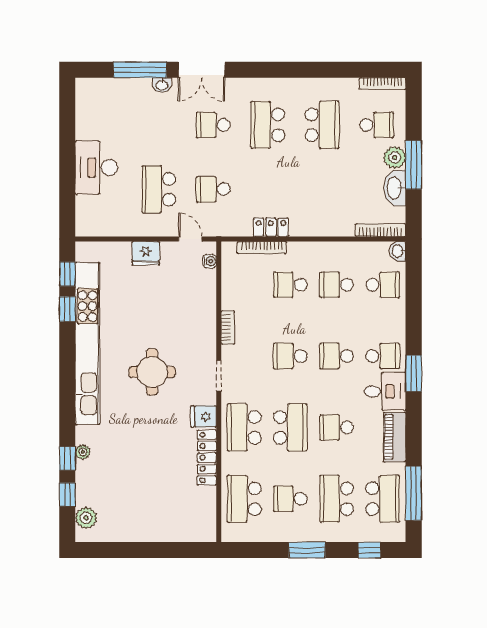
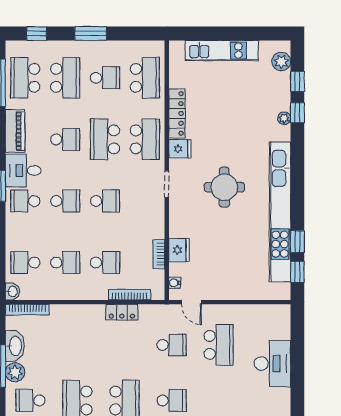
fridge: (146, 253) -> (179, 250), moved, turned 90
bookcase: (228, 327) -> (159, 254), moved
kitchen unit: (155, 530) -> (222, 51), added

